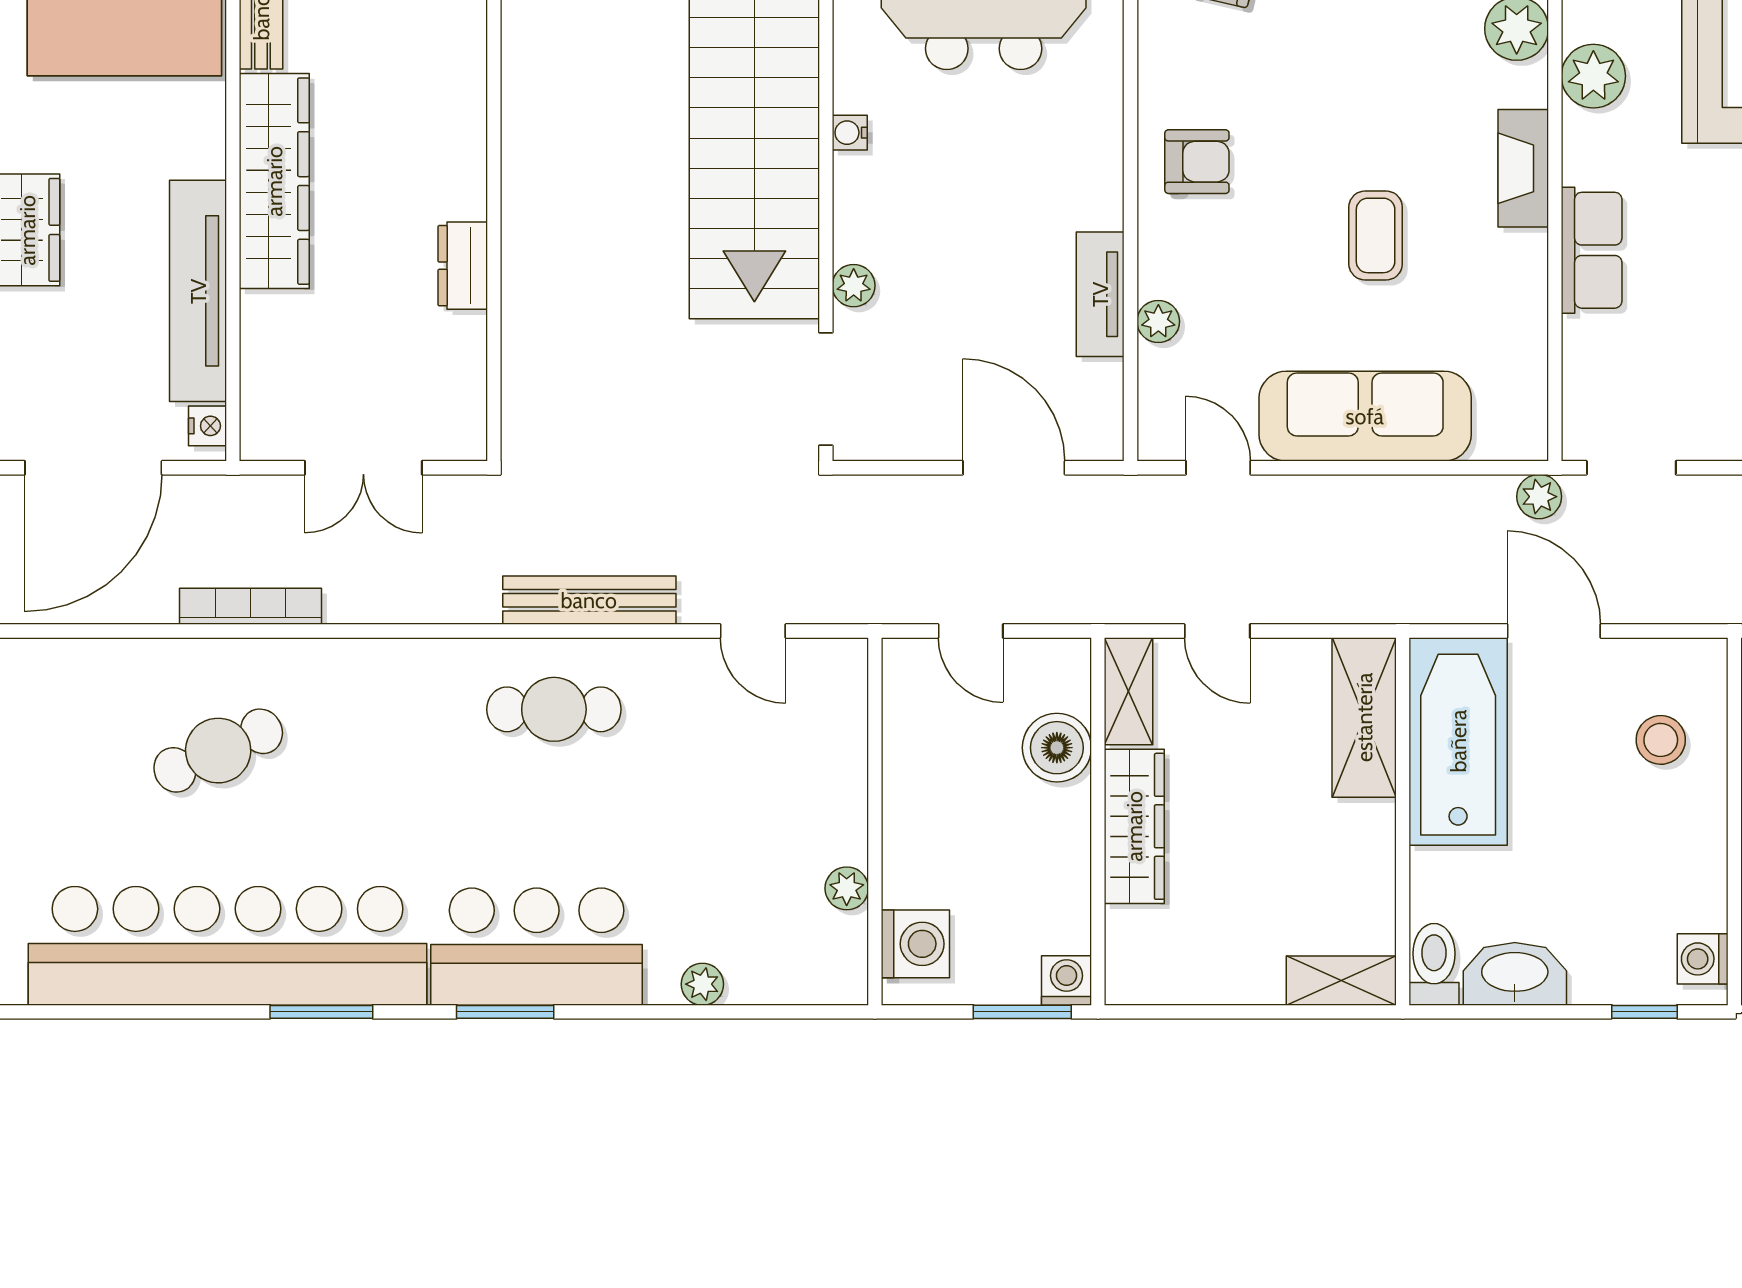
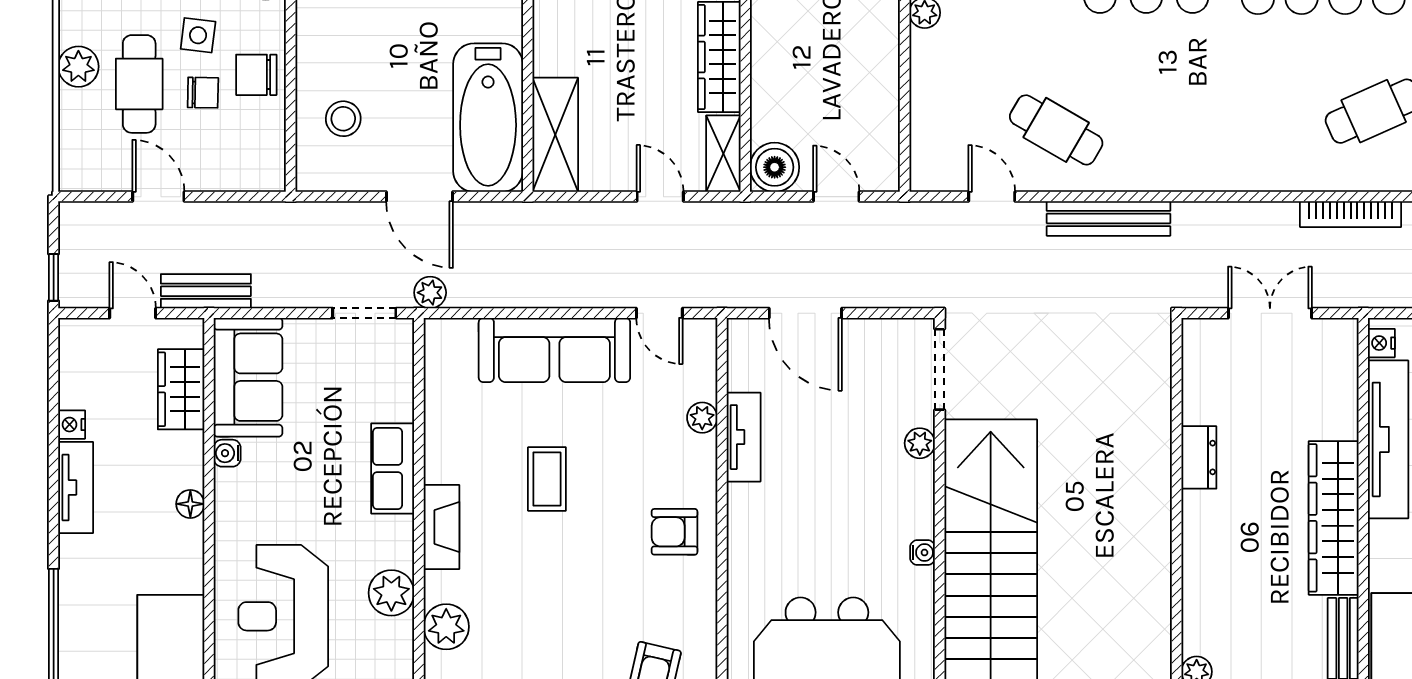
cafe table: (554, 709) -> (1056, 130), moved, turned 30
boiler: (1057, 748) -> (775, 167), moved

